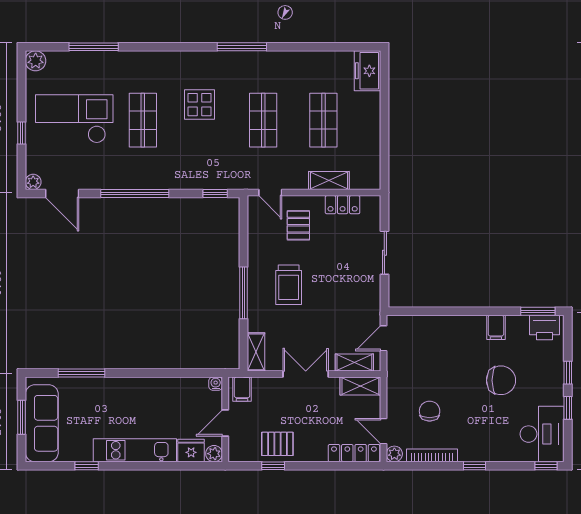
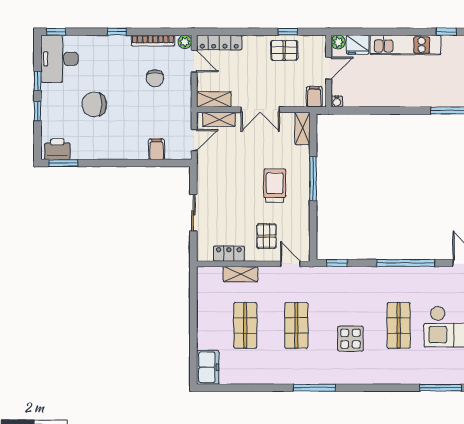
filing cabinet: (496, 327) -> (157, 149), moved

